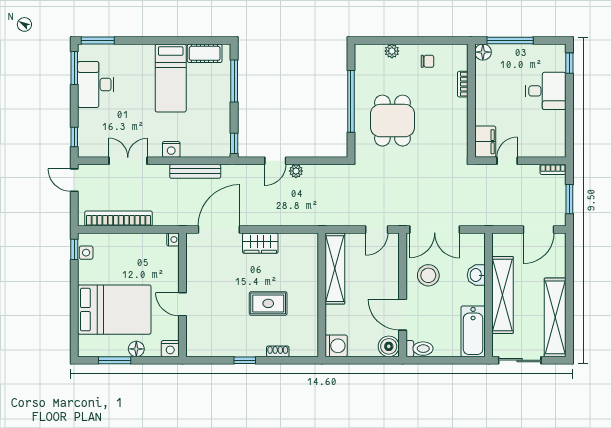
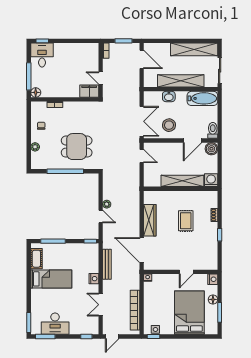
desk: (546, 91) -> (42, 55), moved
wardrobe: (260, 243) -> (150, 220), width x1.50
shelving: (335, 269) -> (182, 181), moved

